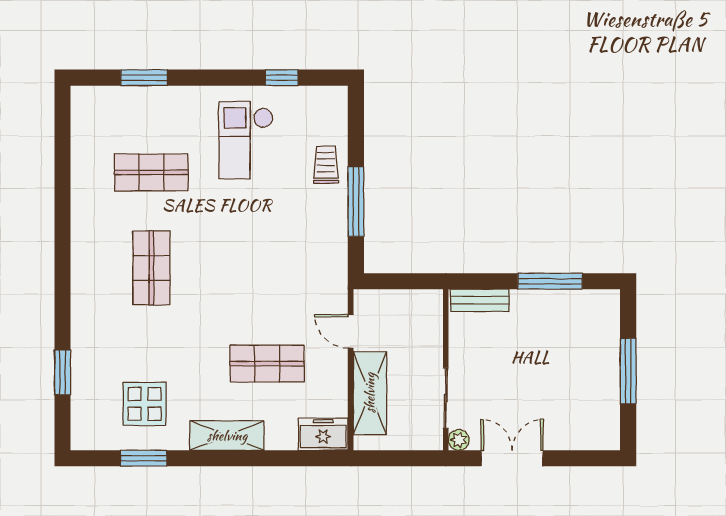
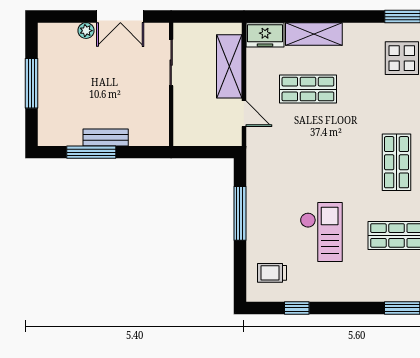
checkout: (246, 140) -> (321, 232), moved
trolley: (326, 165) -> (272, 273), moved, turned 90
bench: (480, 300) -> (106, 137), moved
shelving: (227, 436) -> (314, 34), moved
plant: (459, 440) -> (86, 31), moved

